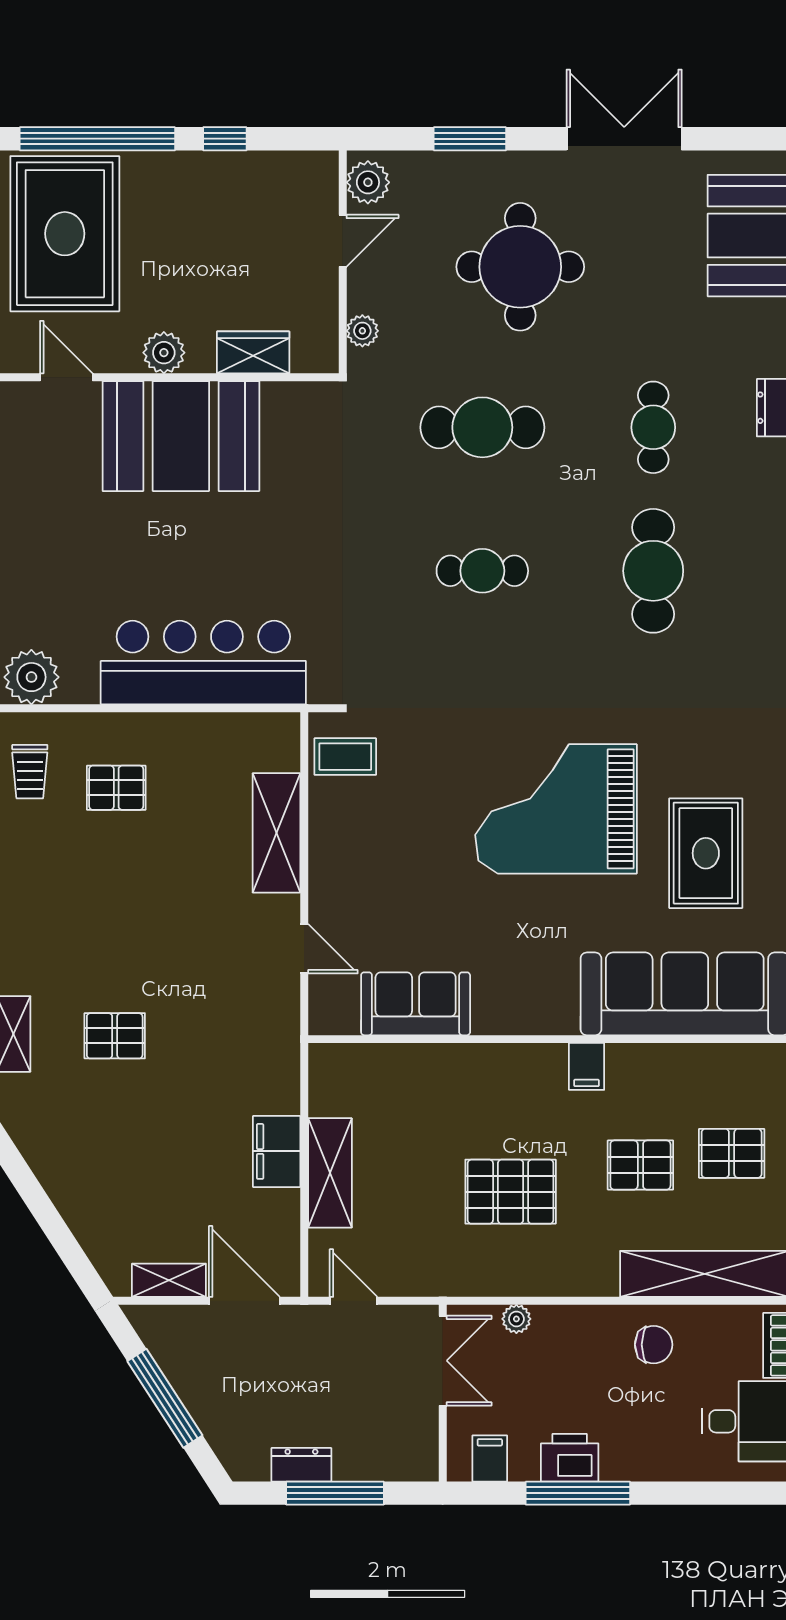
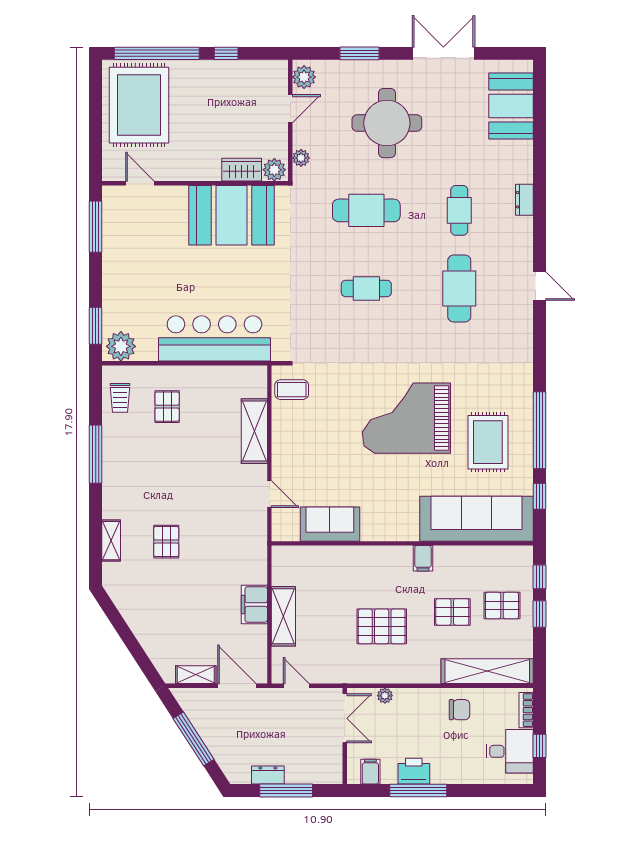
plant: (164, 353) -> (274, 170), moved
booth: (181, 436) -> (232, 215), moved
pallet: (116, 788) -> (167, 407), turned 90
pallet: (115, 1036) -> (166, 542), turned 90

